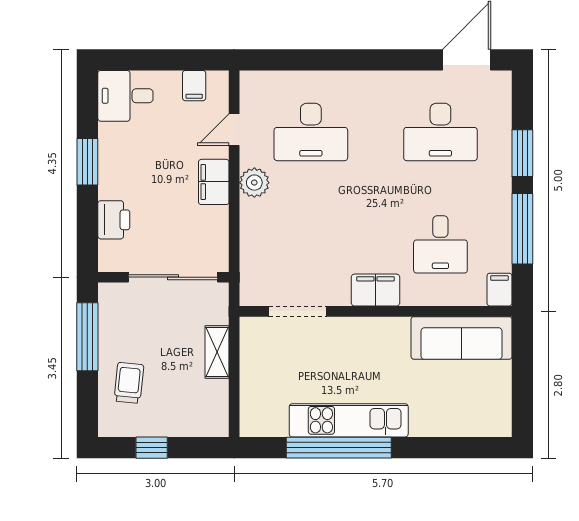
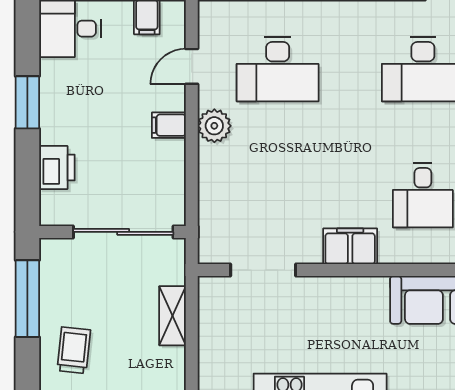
filing cabinet: (214, 182) -> (169, 125), width x0.50

